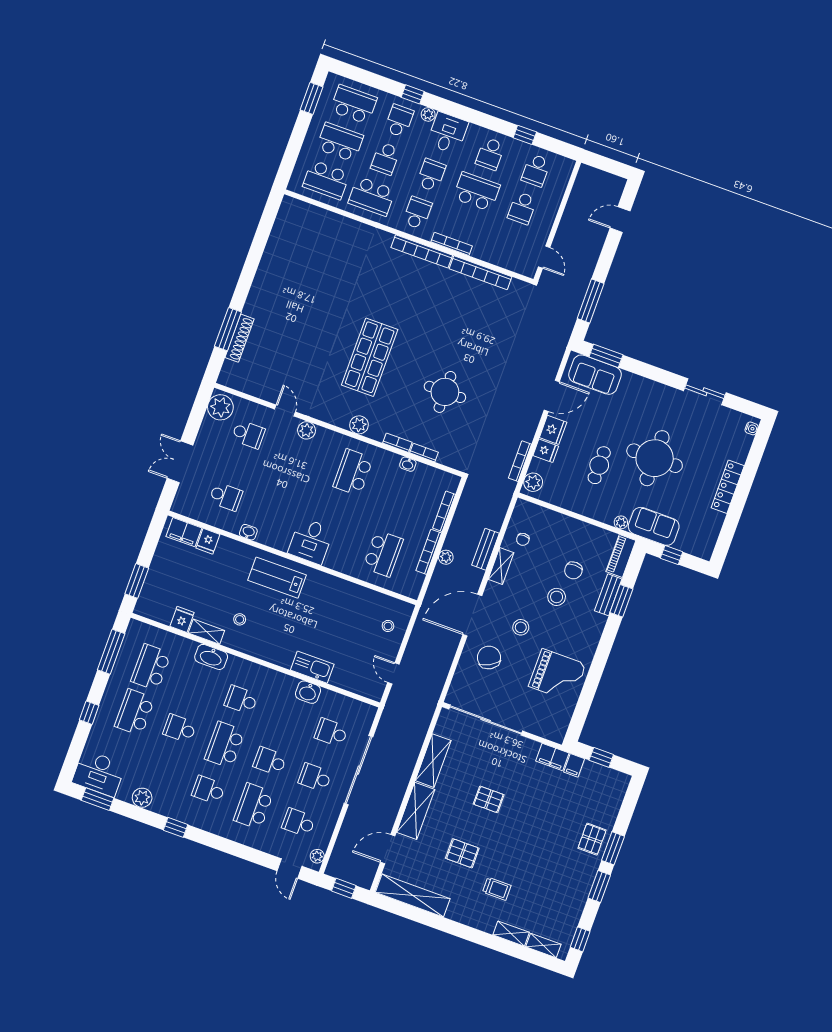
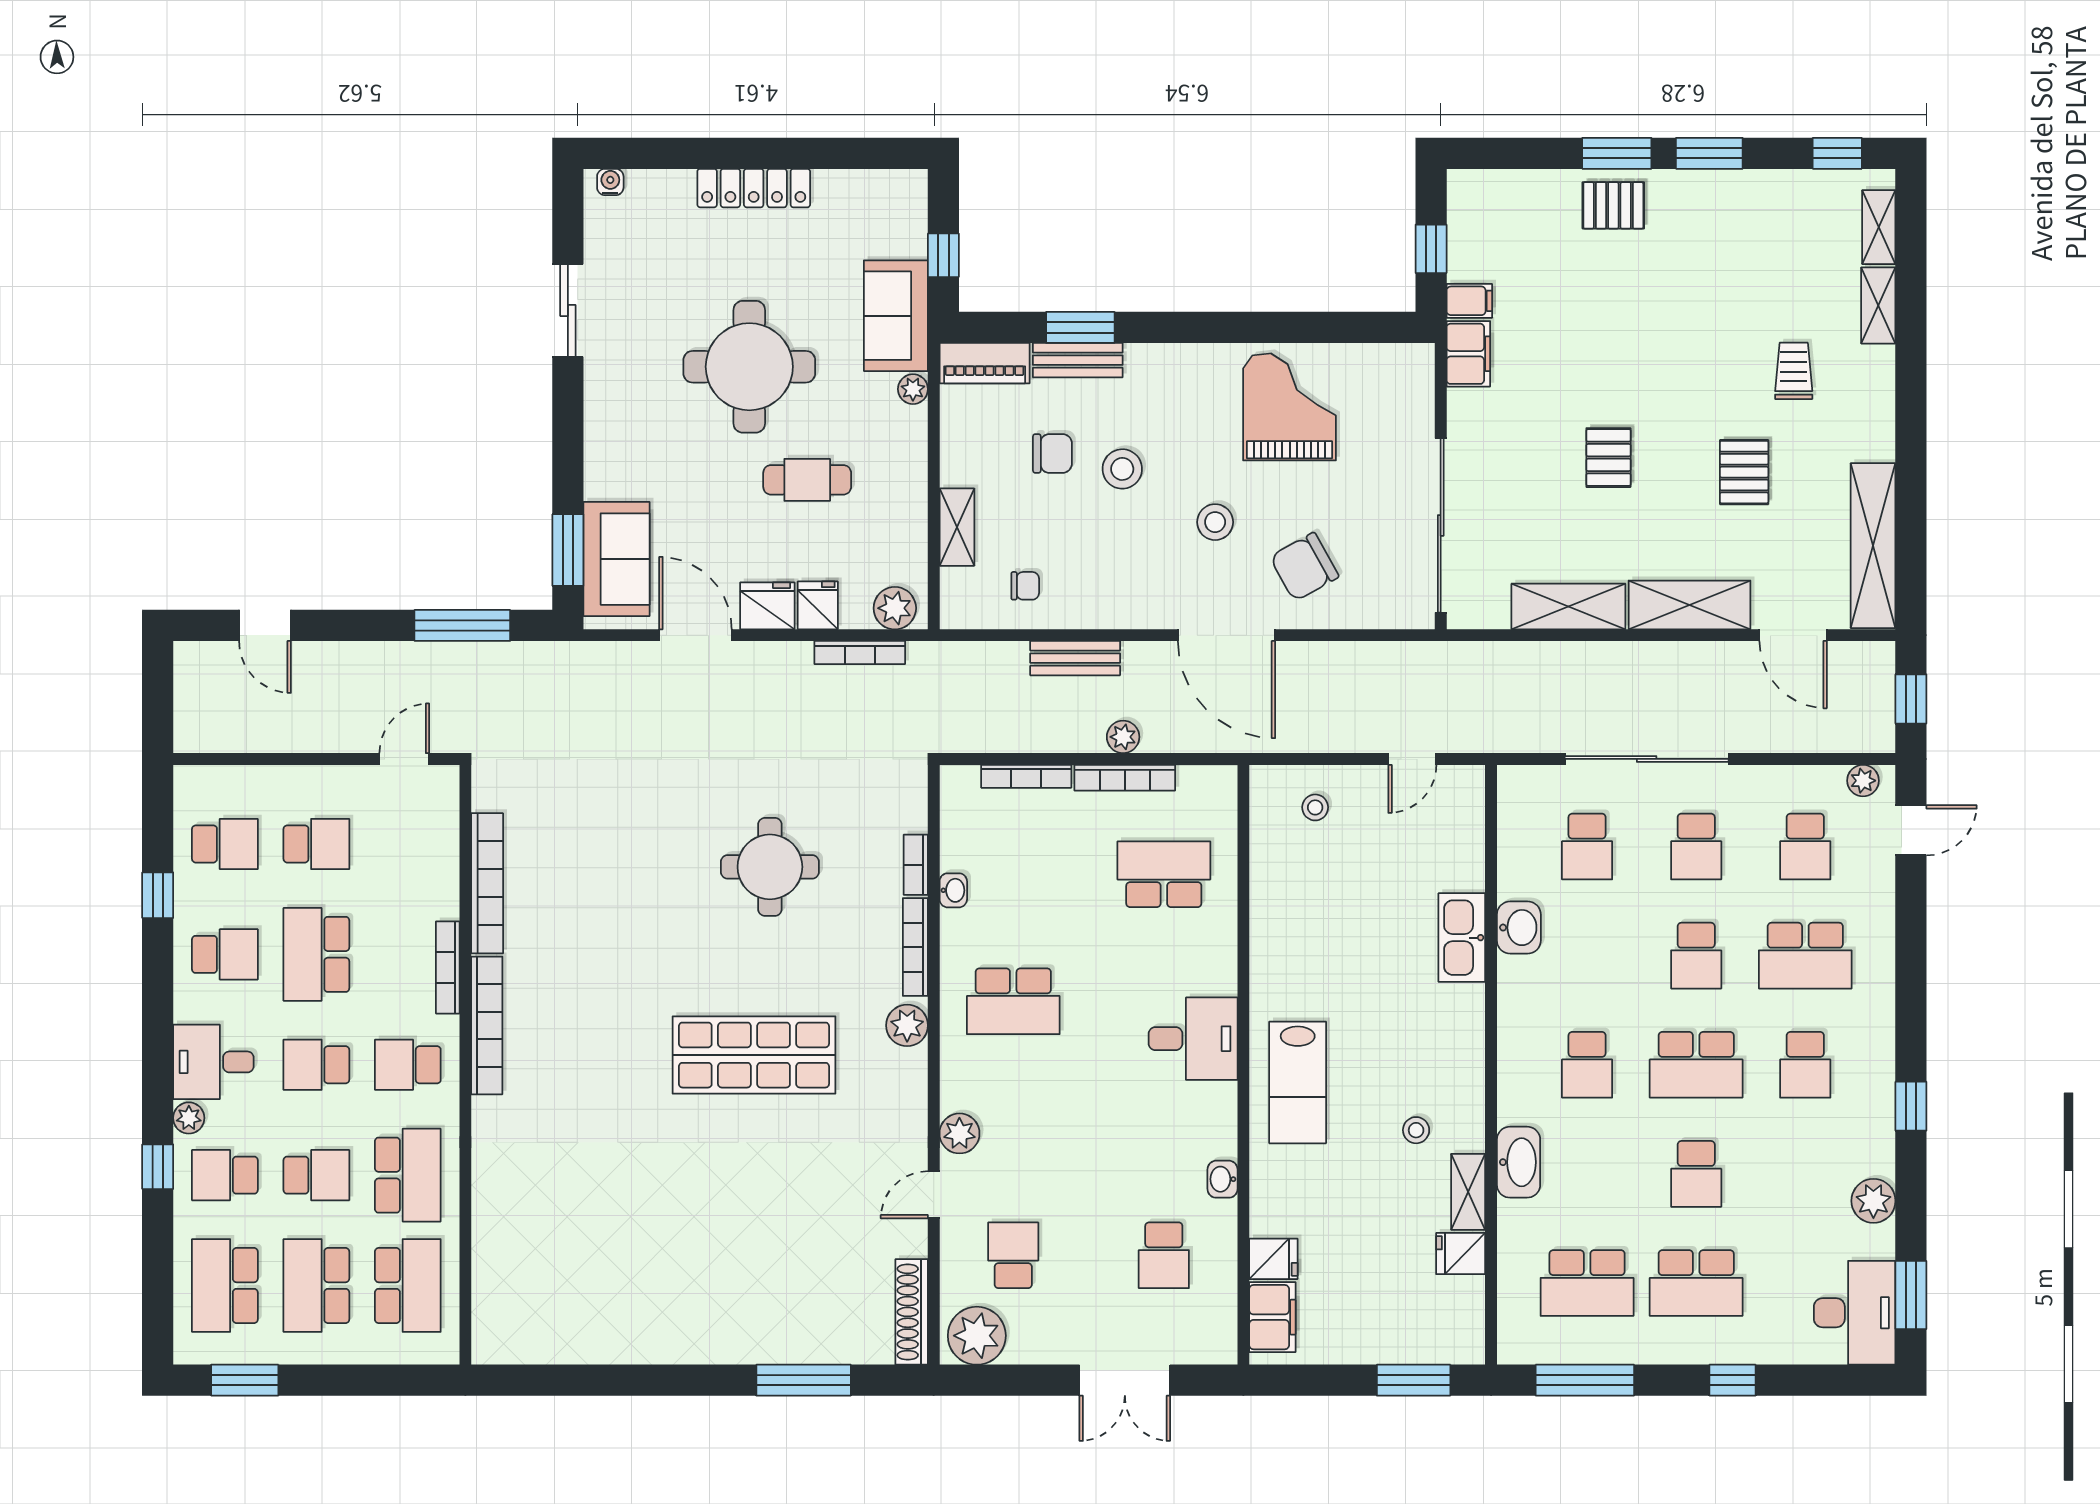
shoe rack: (239, 338) -> (912, 1312), moved, turned -90
bookcase: (397, 443) -> (915, 947), width x1.56
school desk: (226, 497) -> (1164, 1255), turned 180
shelving: (501, 566) -> (957, 527), moved, turned 90

